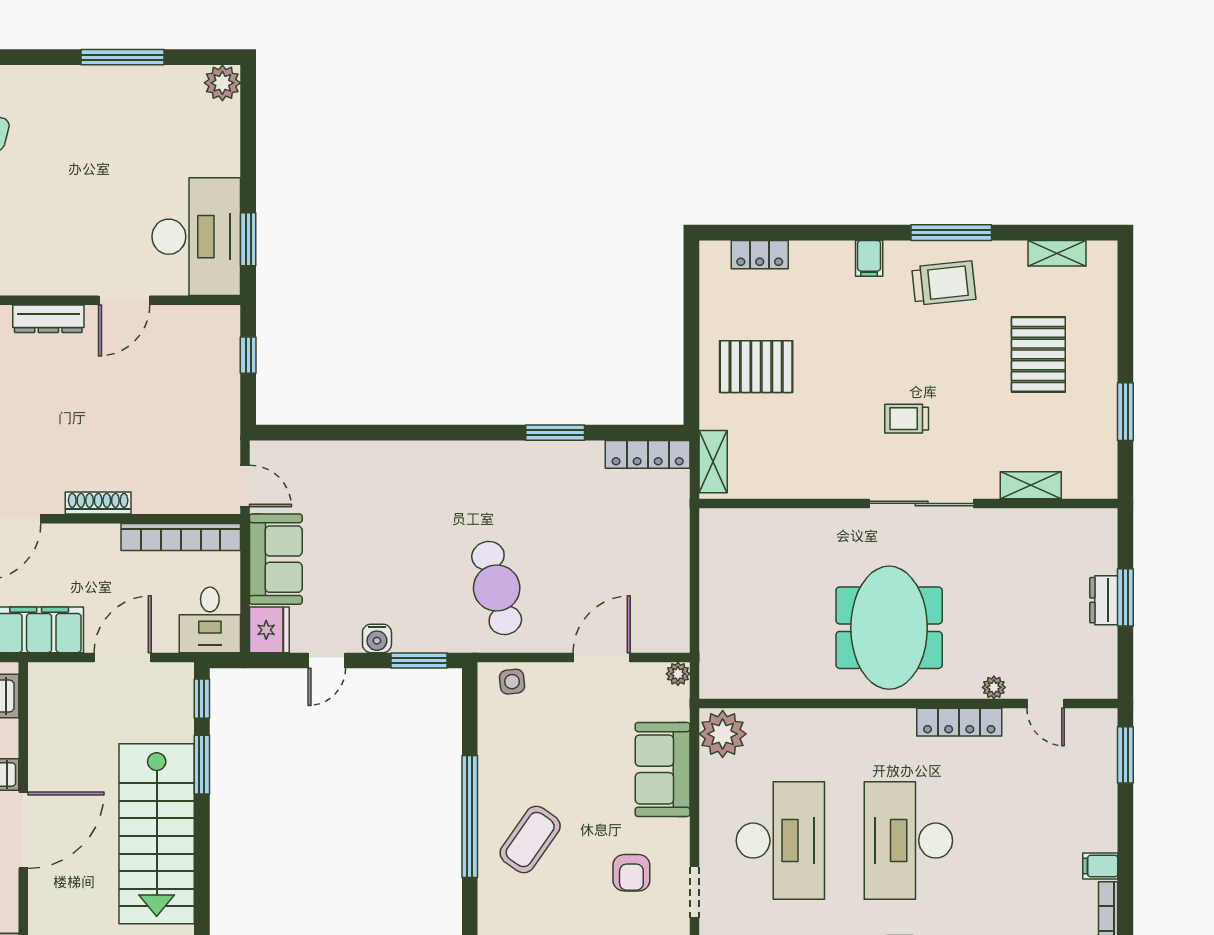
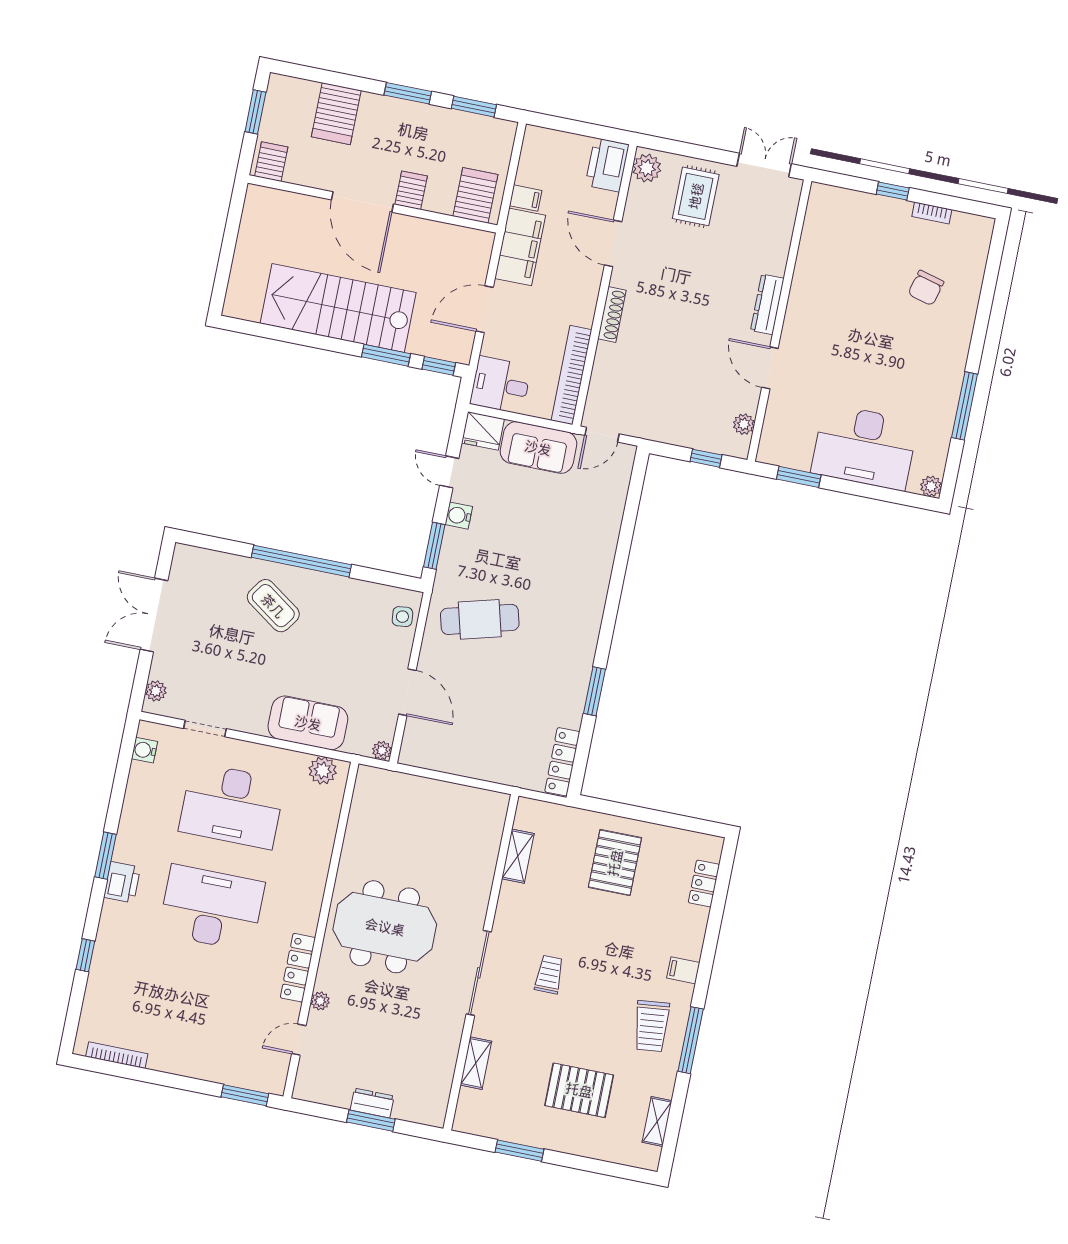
plant: (222, 83) -> (931, 486), width x0.73, depth x0.73
desk: (196, 237) -> (864, 447), moved
plant: (198, 318) -> (744, 424), added
shelving: (713, 462) -> (518, 856), moved, turned 90
door: (123, 657) -> (485, 309), swing flipped
plant: (723, 734) -> (323, 770), width x0.73, depth x0.73
filing cabinet: (1100, 866) -> (160, 1057), removed
armchair: (631, 873) -> (230, 681), removed

